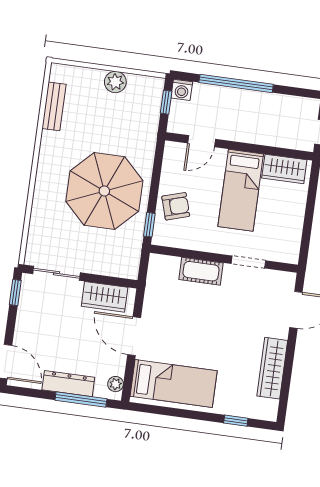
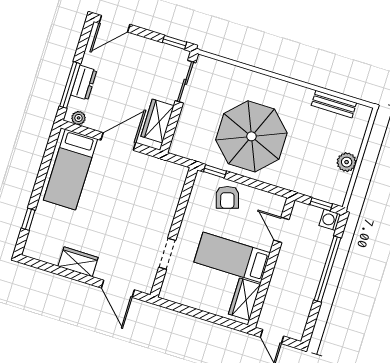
cot: (201, 271) -> (166, 210), removed
wardrobe: (272, 368) -> (78, 262), width x0.67
dresser: (68, 384) -> (84, 83), width x0.70

